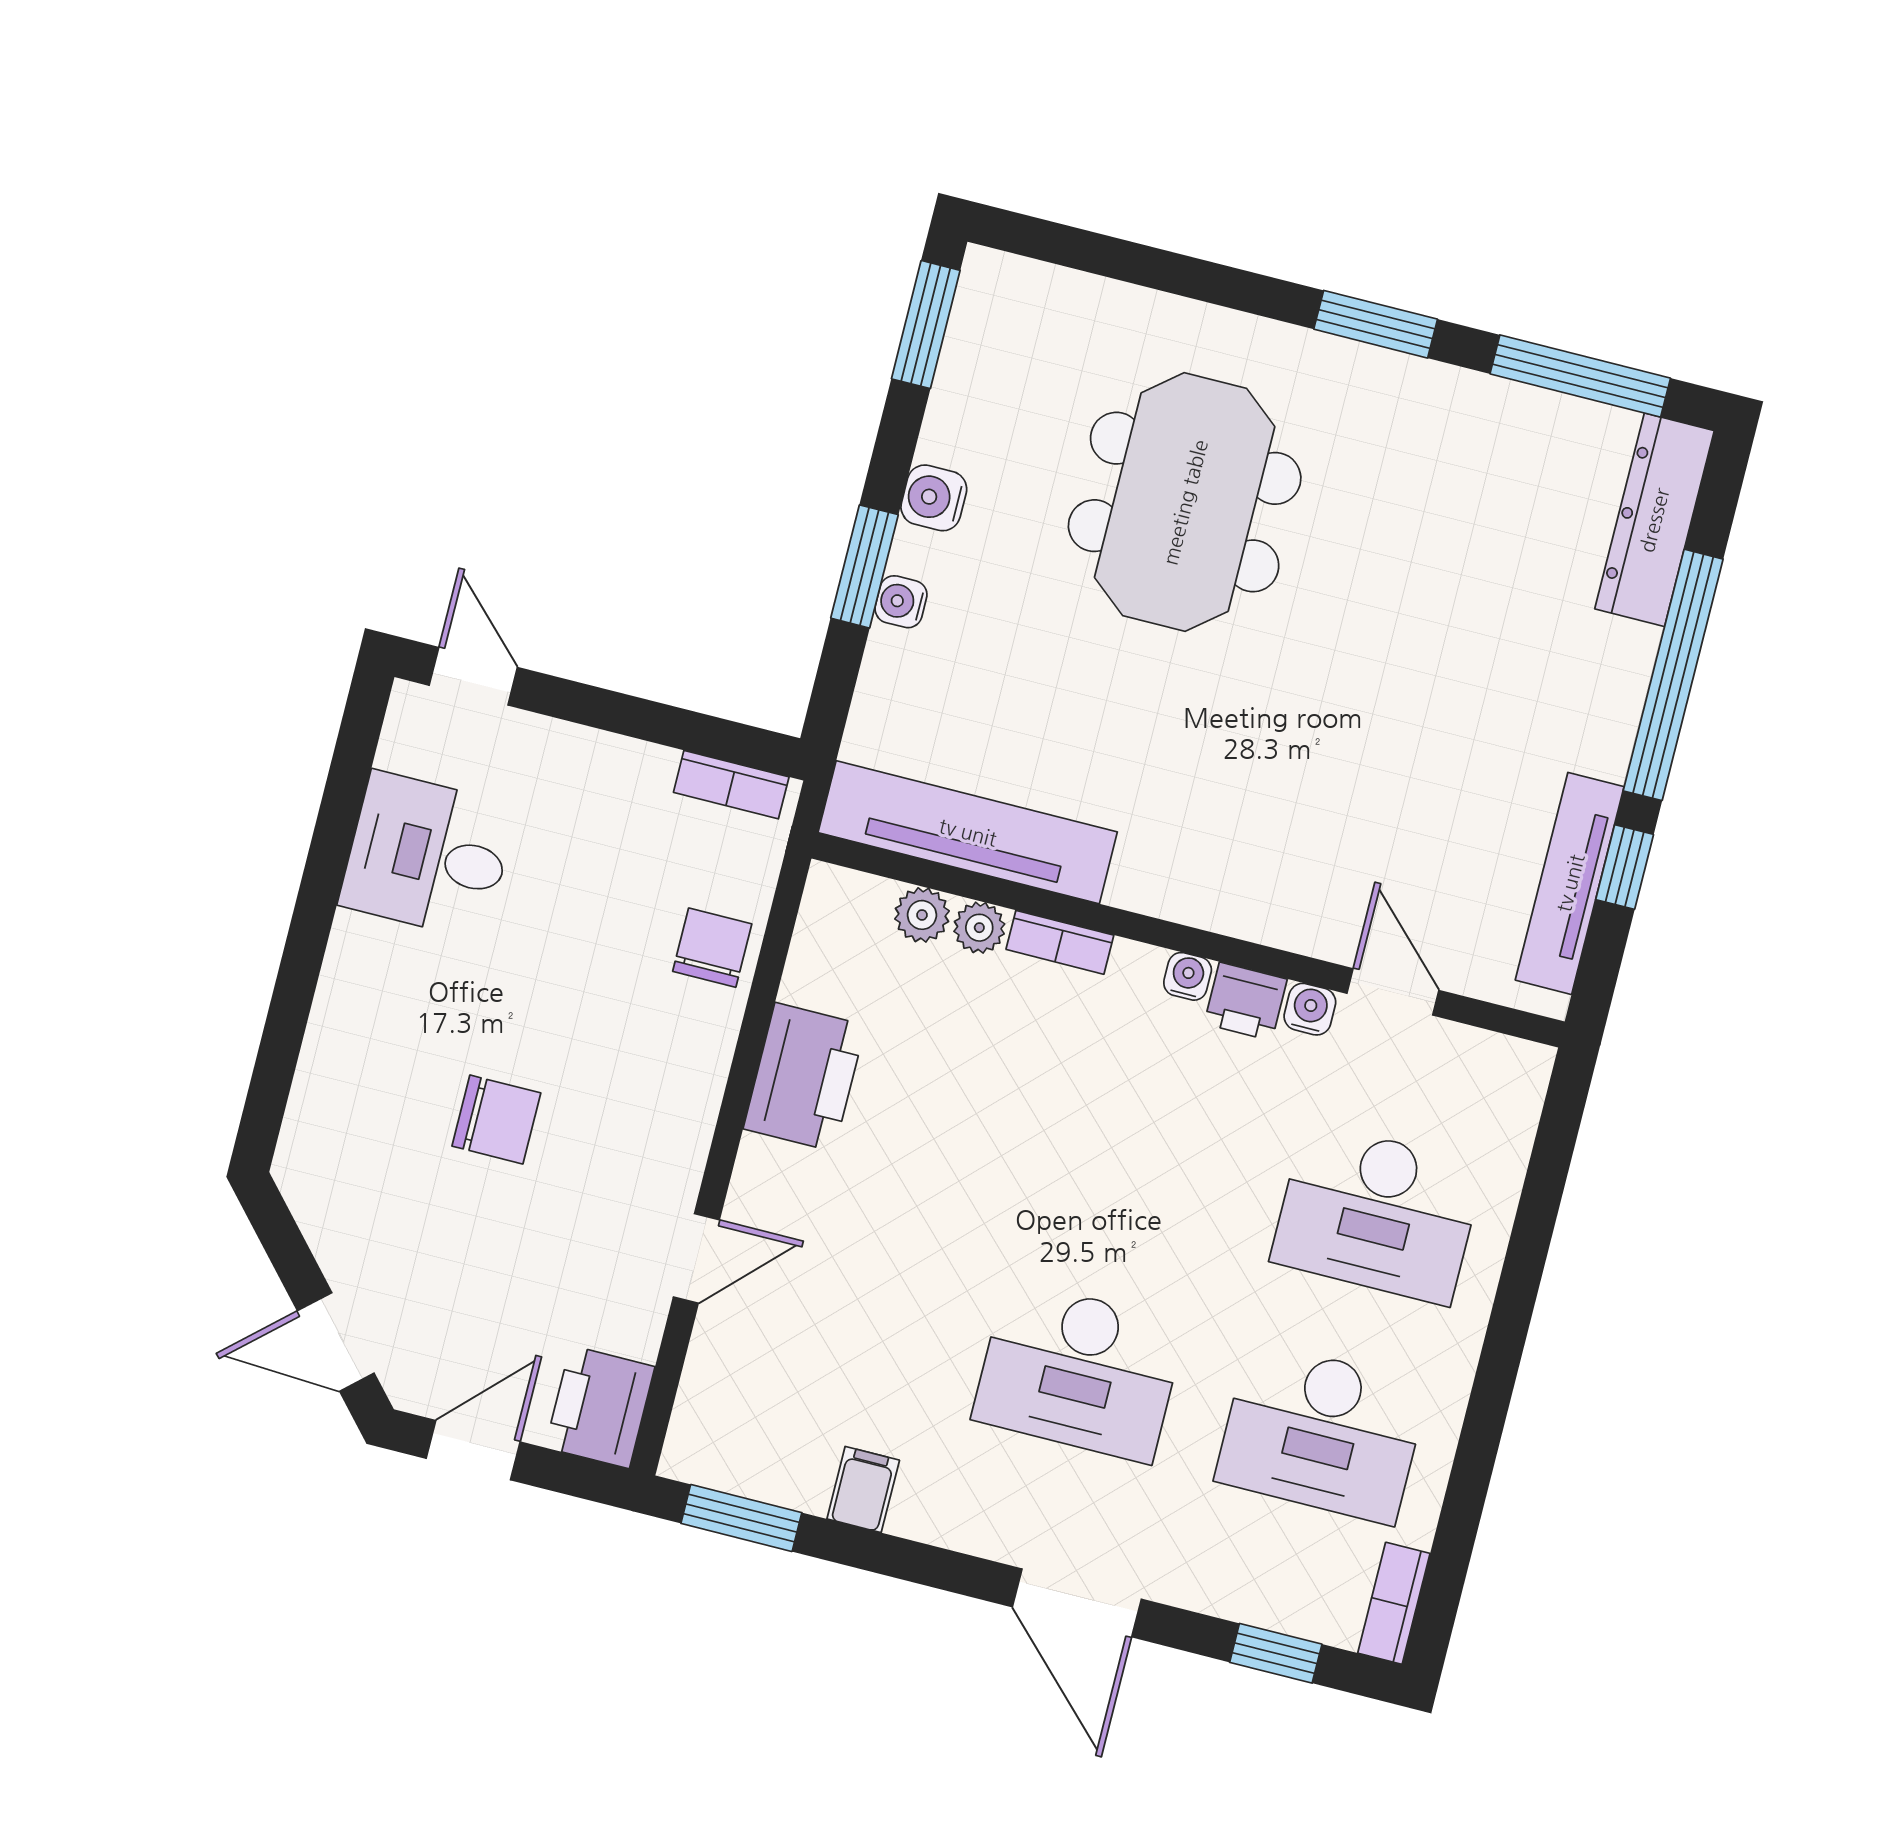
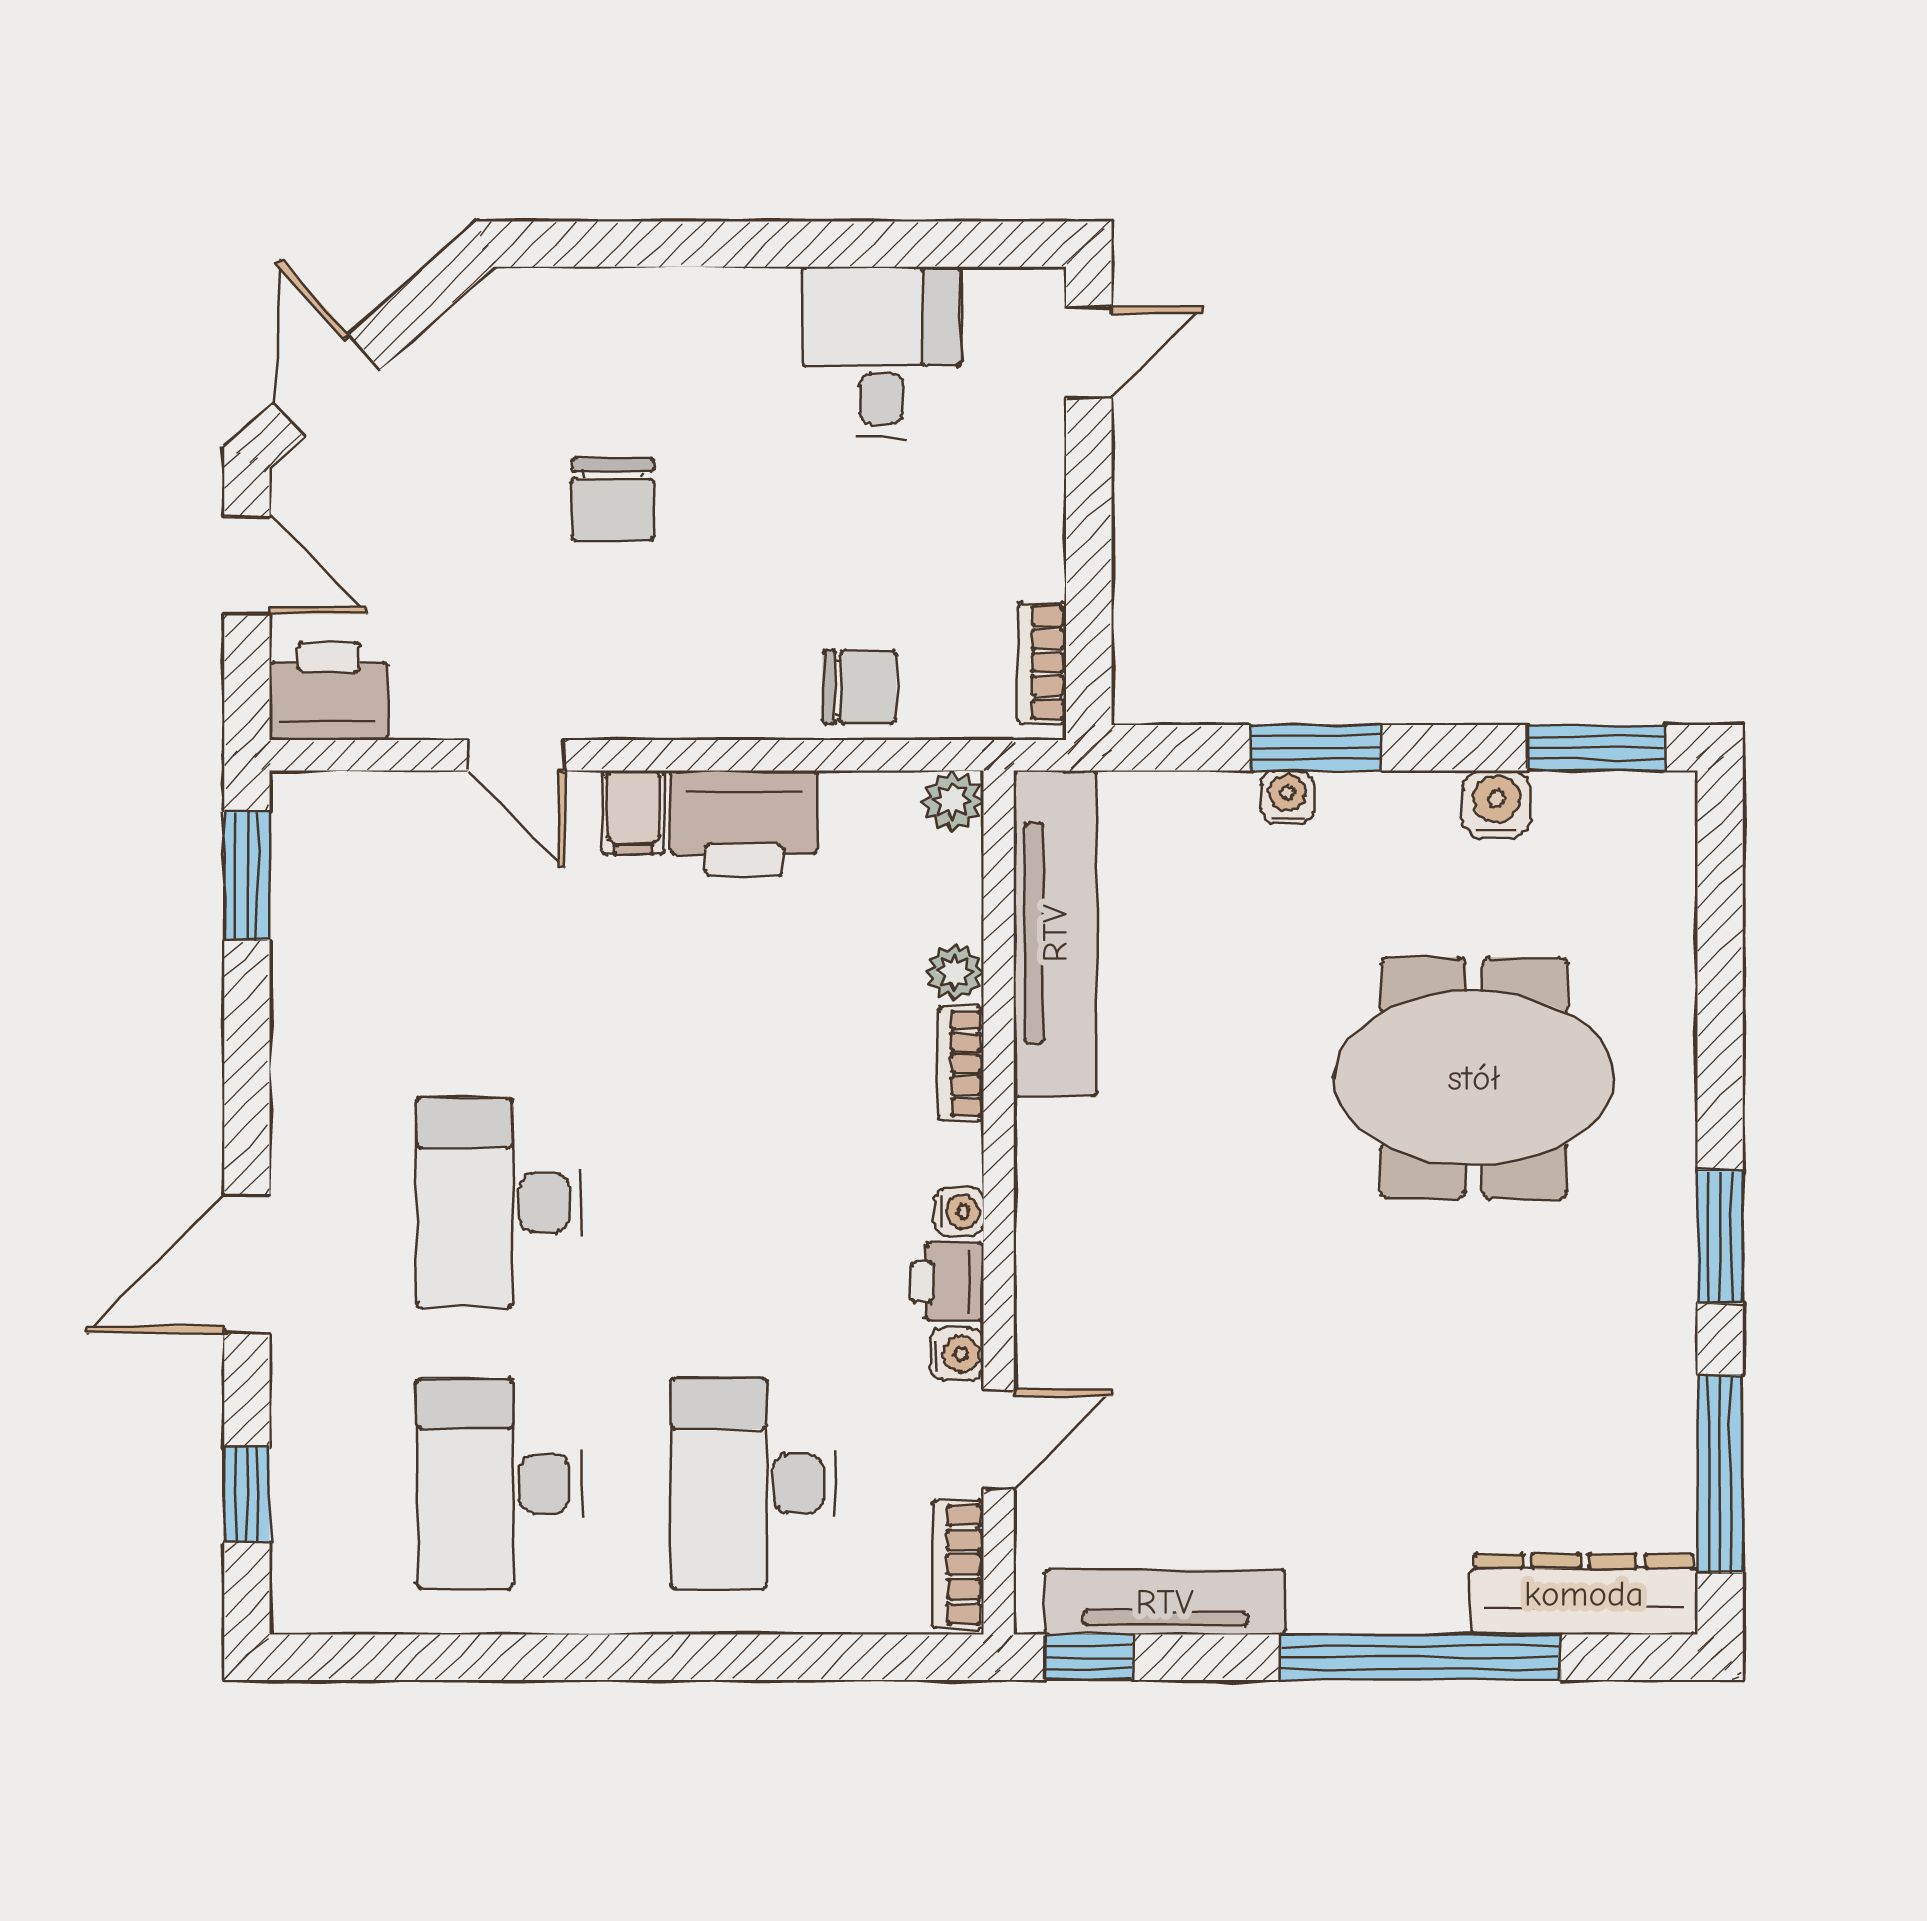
water cooler: (934, 498) -> (1496, 804), moved
window: (1625, 867) -> (1089, 1657), moved
plant: (922, 915) -> (953, 801), moved
filing cabinet: (863, 1489) -> (633, 812), moved, turned 90
bookcase: (1394, 1603) -> (958, 1564), moved, turned -90

